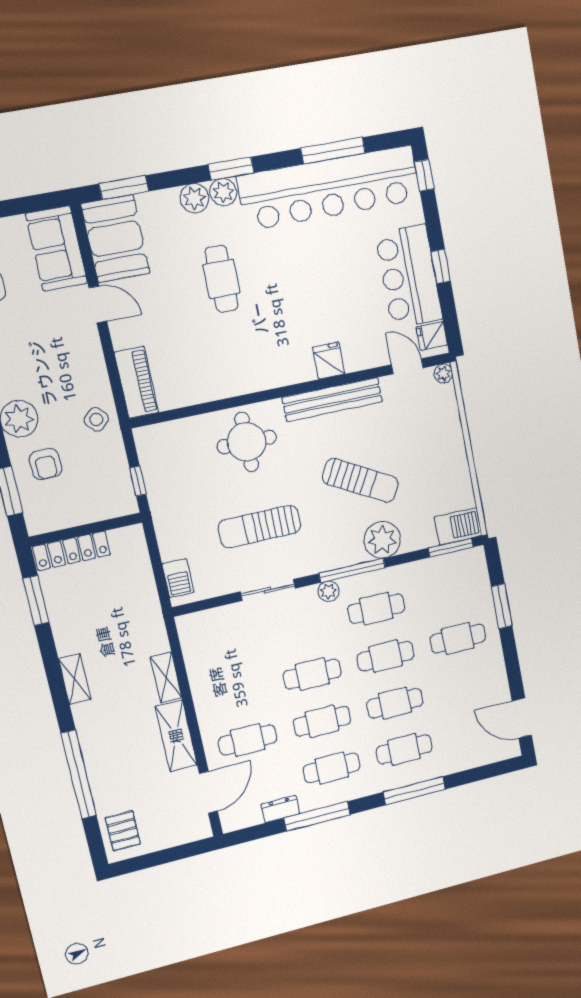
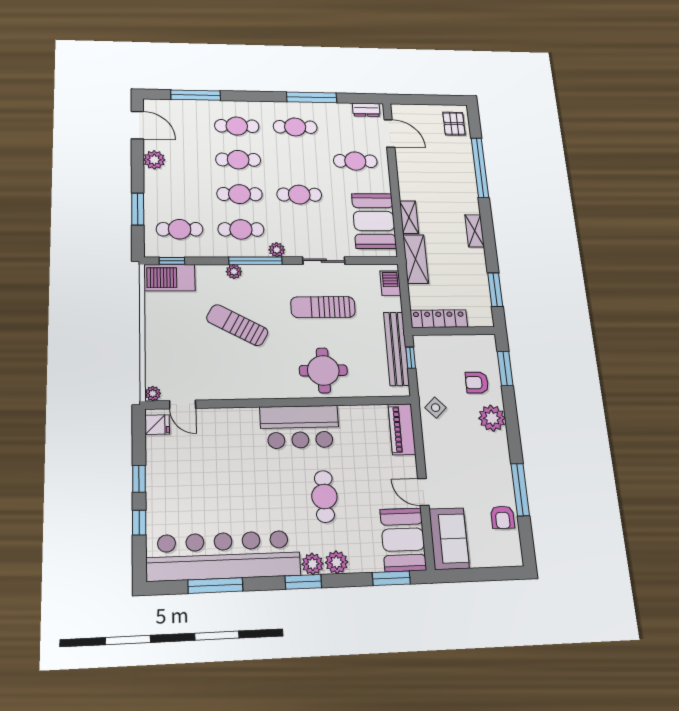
window: (424, 175) -> (139, 523), moved
bar counter: (409, 277) -> (300, 427), moved, turned 90
fridge: (329, 361) -> (247, 420), removed
bench: (332, 400) -> (396, 349), moved, turned 90
armchair: (45, 464) -> (477, 383), turned -89
barbecue: (458, 526) -> (169, 278), width x1.37, depth x1.21
sun lounger: (260, 527) -> (323, 307), turned 180
plant: (382, 540) -> (234, 272), width x0.53, depth x0.53
window: (451, 548) -> (172, 261), width x0.67
locker: (72, 551) -> (439, 319), moved
cafe table: (458, 638) -> (180, 229), moved
booth: (211, 661) -> (374, 221), added
plant: (494, 677) -> (154, 160), added
cafe table: (322, 721) -> (297, 160), removed
shelving: (176, 736) -> (416, 259), moved
window: (414, 791) -> (196, 95), moved
door: (208, 792) -> (389, 133), swing flipped
dresser: (280, 809) -> (366, 110), moved

